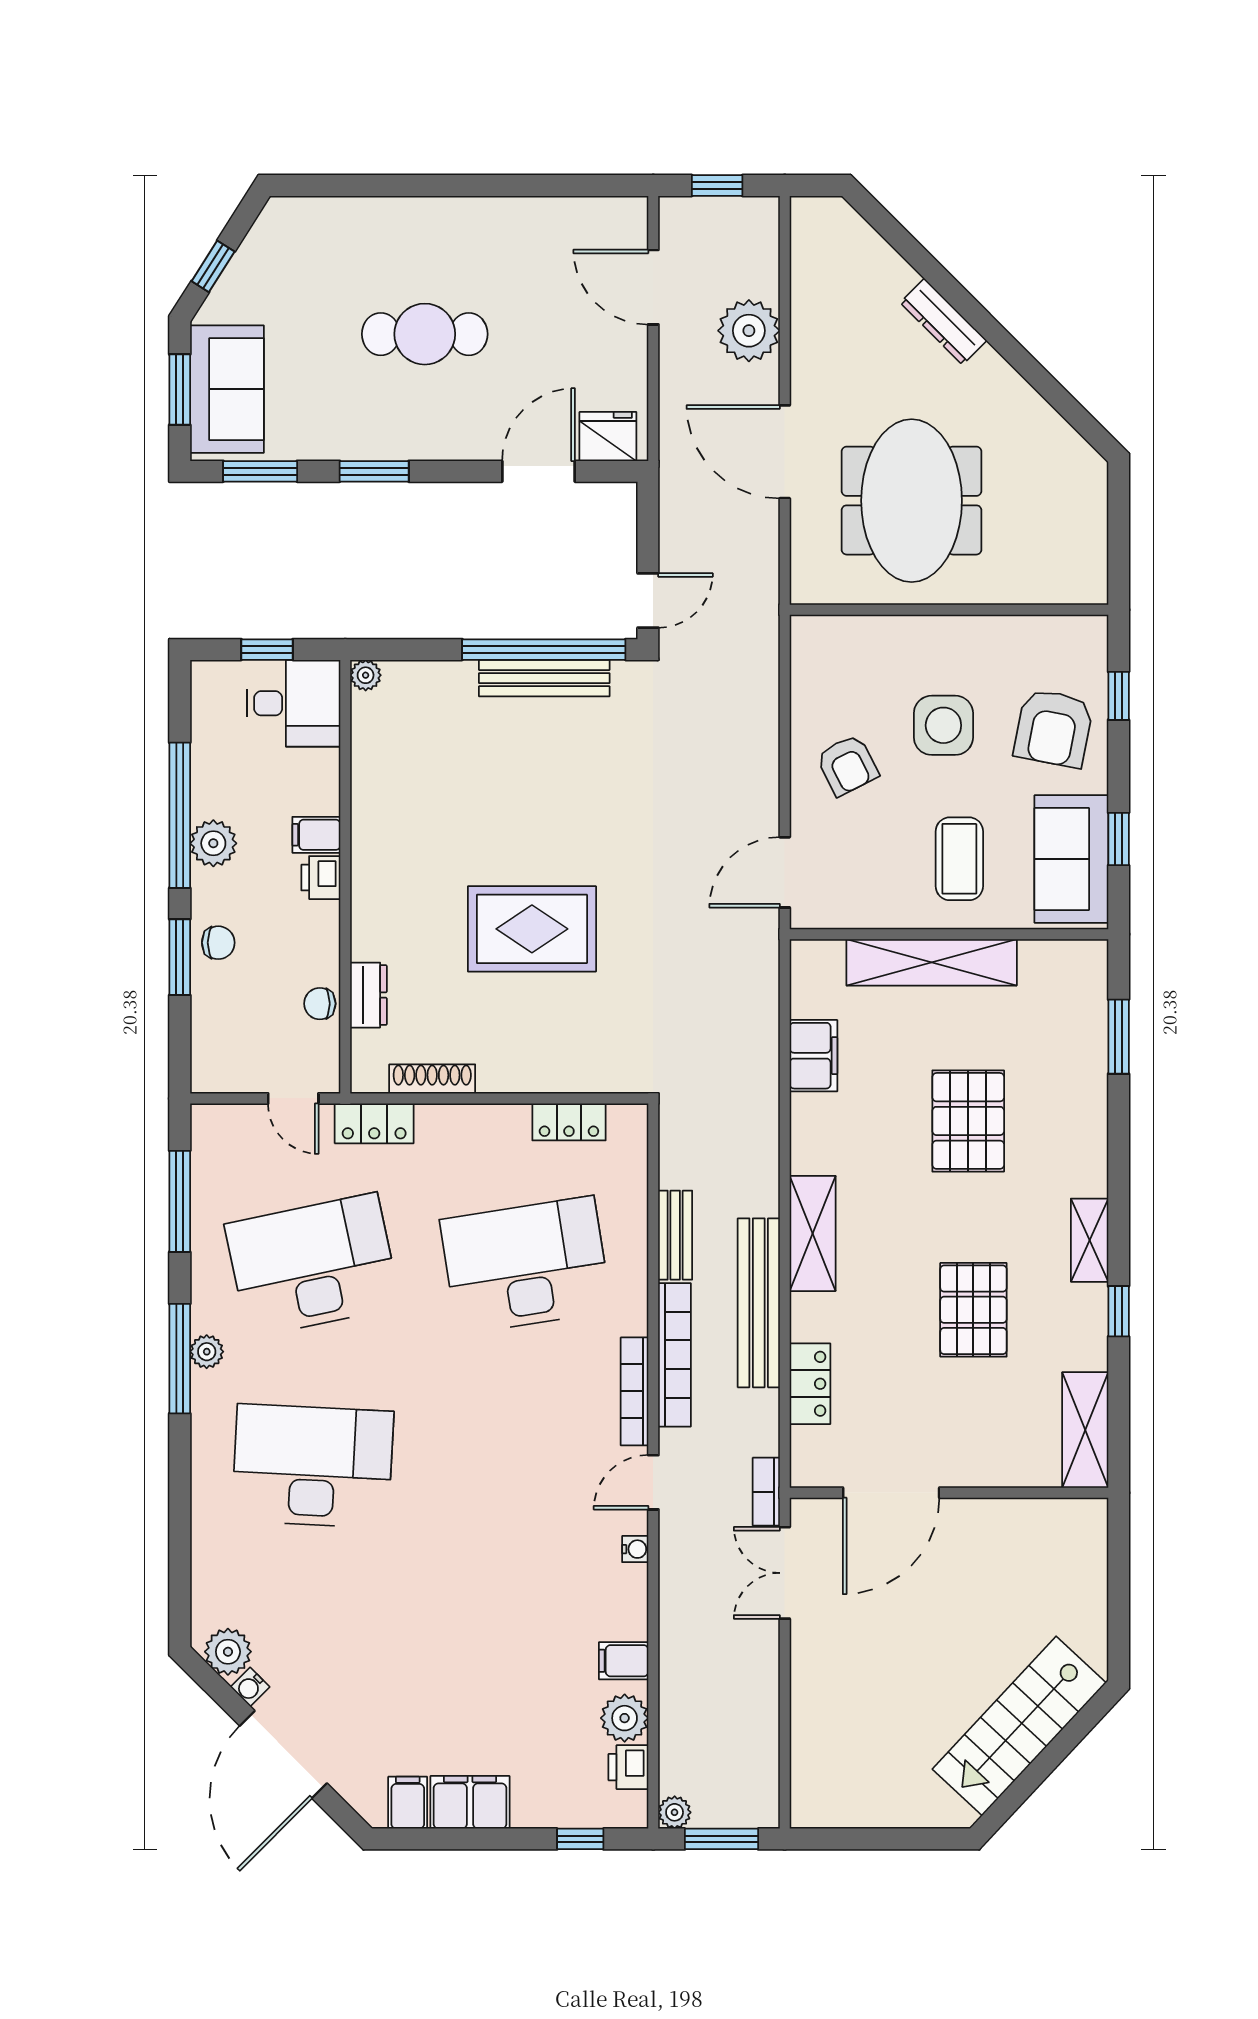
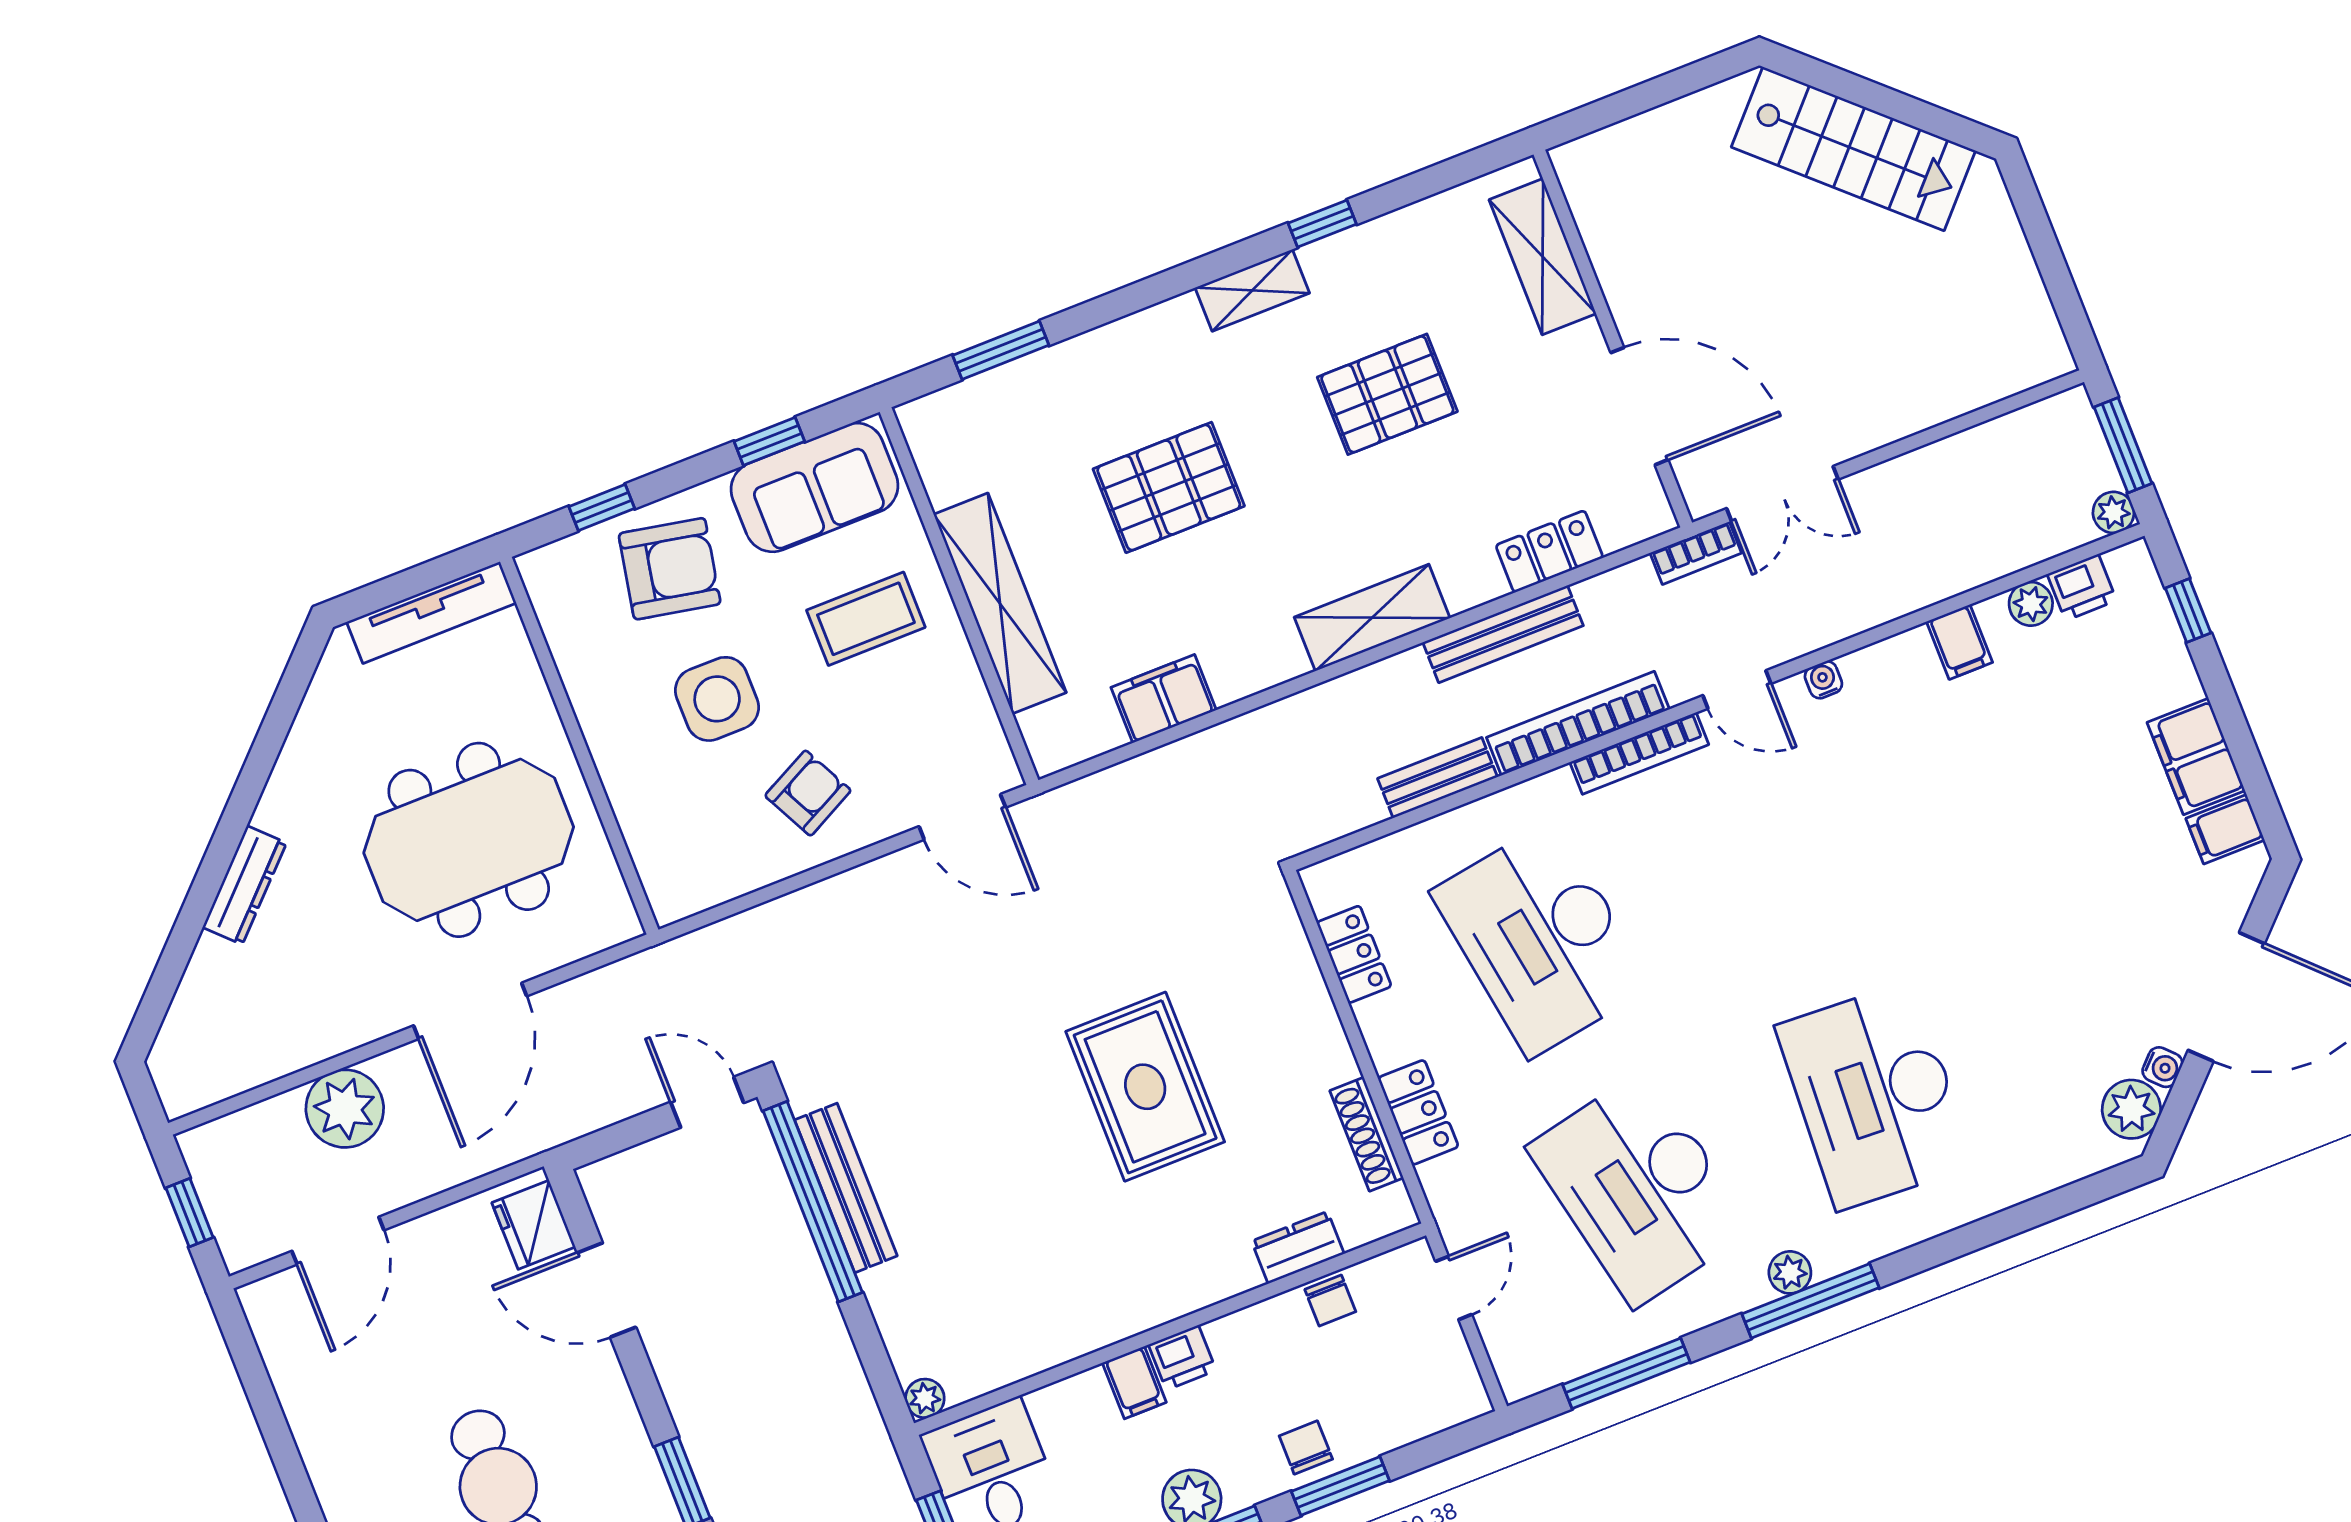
tv unit: (1091, 539) -> (431, 612), added
locker: (374, 1123) -> (1418, 1112), moved
bench: (759, 1303) -> (1503, 634), width x0.73, depth x0.82
shelving: (1085, 1430) -> (1543, 257), moved, turned 90
plant: (625, 1718) -> (2031, 604), width x0.73, depth x0.73

